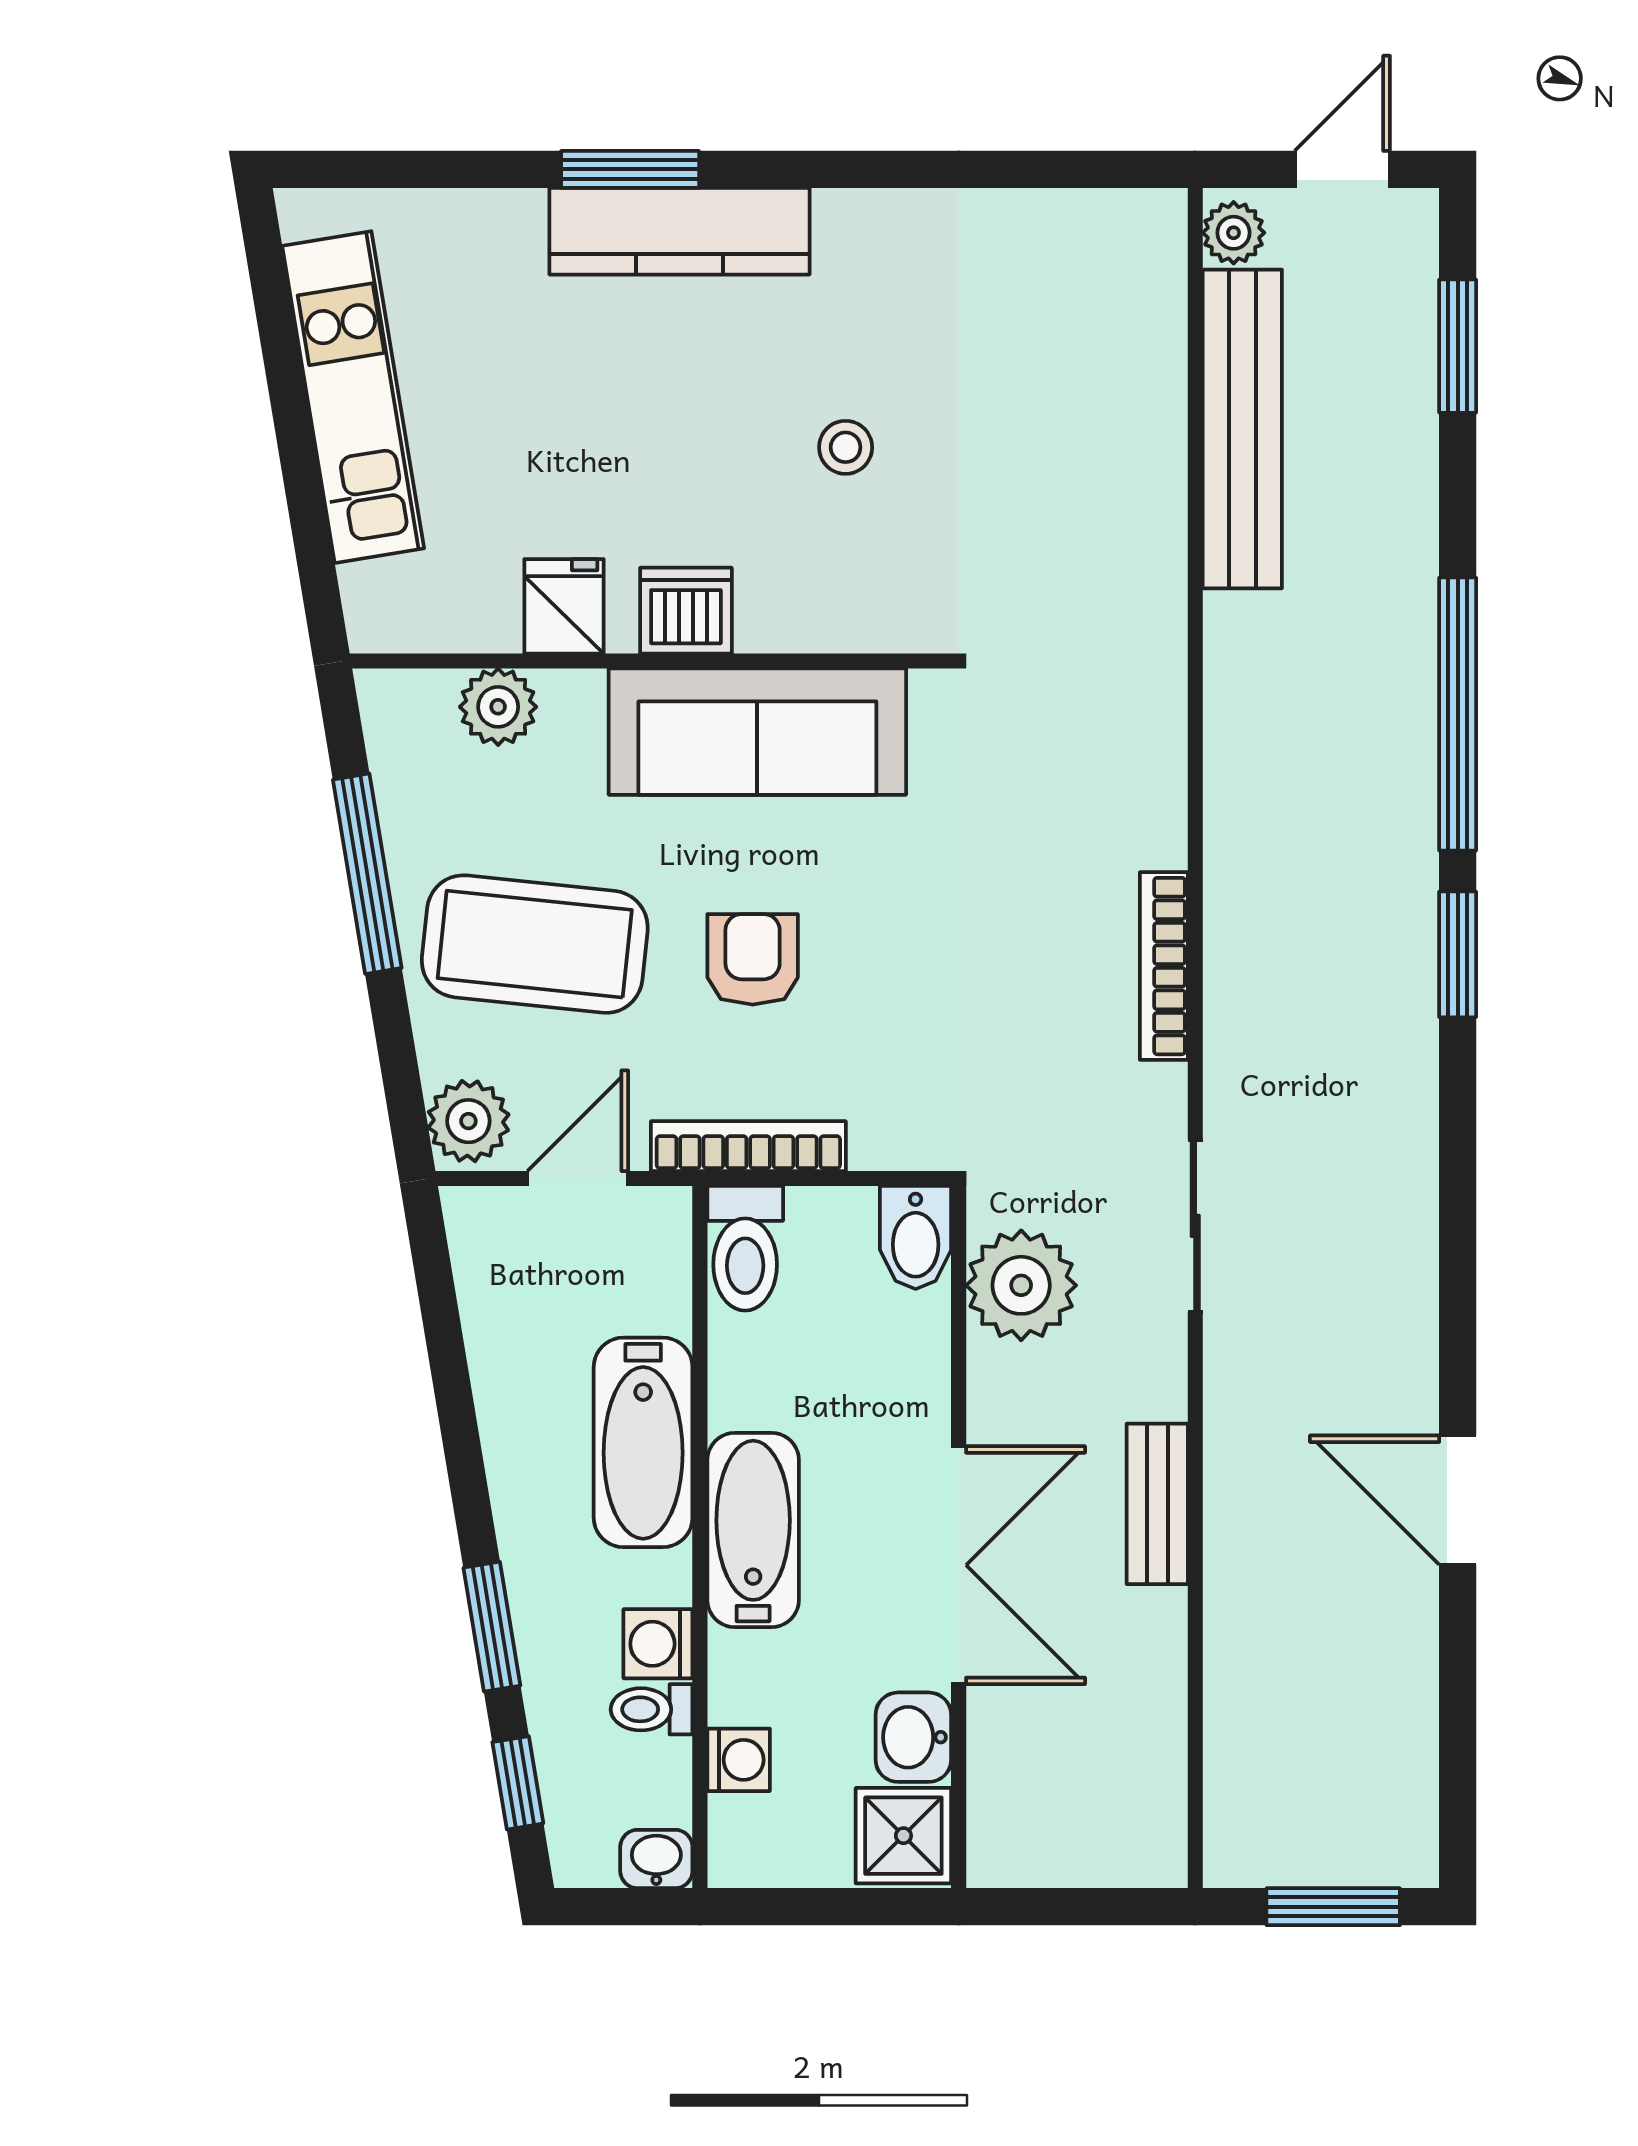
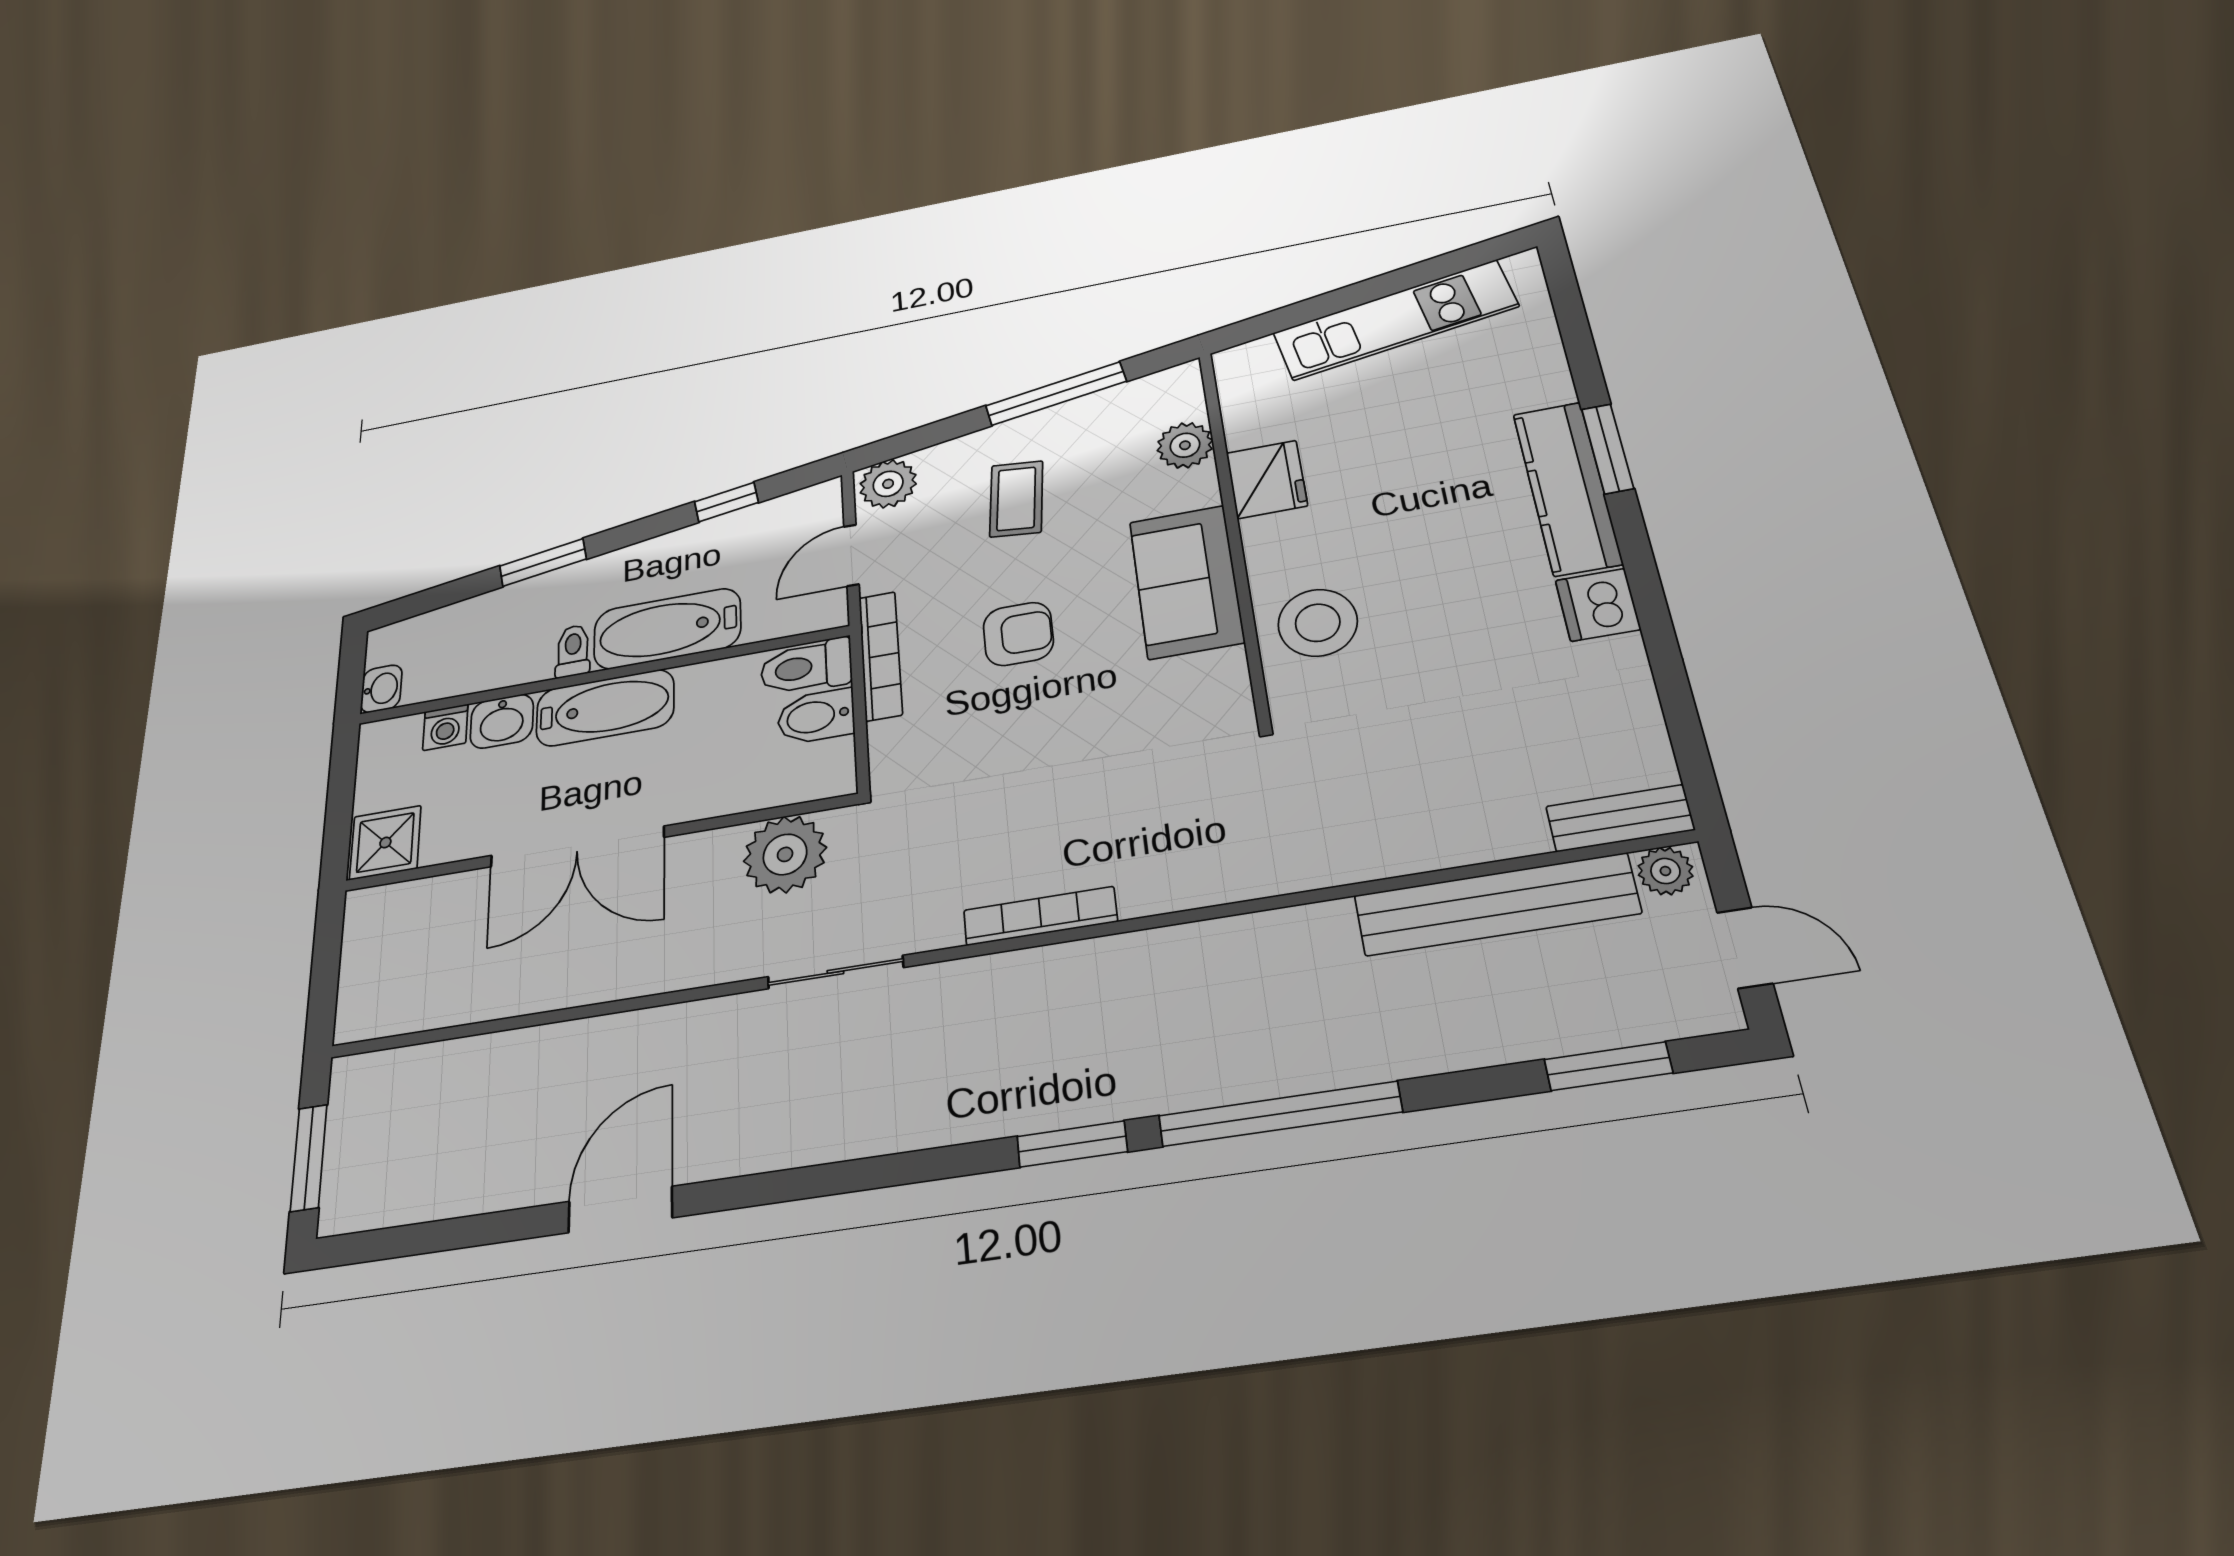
stool: (846, 447) -> (1318, 623), moved, width x1.89, depth x1.89
fridge: (564, 606) -> (1267, 479), width x1.38
dishwasher: (686, 611) -> (1598, 605), moved, turned 180
sofa: (757, 732) -> (1186, 582), width x0.73
coffee table: (535, 944) -> (1016, 499), width x0.54, depth x0.58
door: (578, 1179) -> (851, 555), swing flipped
bidet: (916, 1237) -> (816, 716), moved
bench: (1157, 1504) -> (1620, 818), moved
washing machine: (658, 1644) -> (528, 663), removed
toilet: (652, 1709) -> (573, 651), moved
washbasin: (913, 1737) -> (502, 721), moved, turned 180
window: (518, 1783) -> (726, 502), moved

